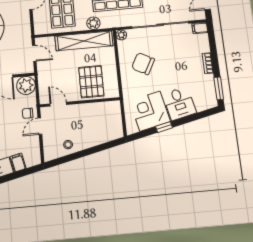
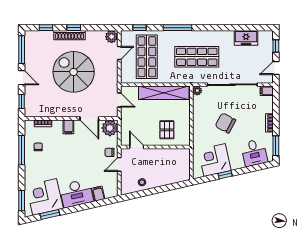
plant: (93, 23) -> (174, 78), removed
chair: (143, 64) -> (225, 123), moved
pallet: (91, 82) -> (167, 130), width x0.67, depth x0.71
desk: (179, 103) -> (254, 153), moved

